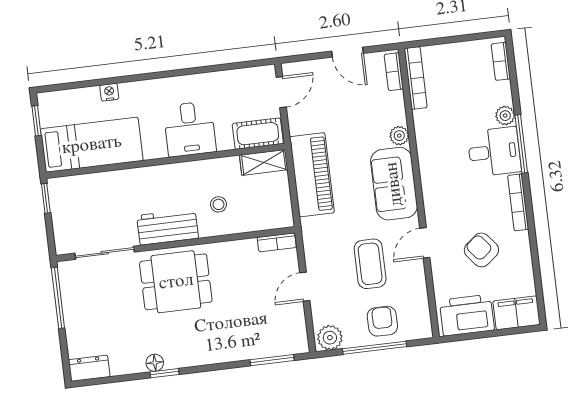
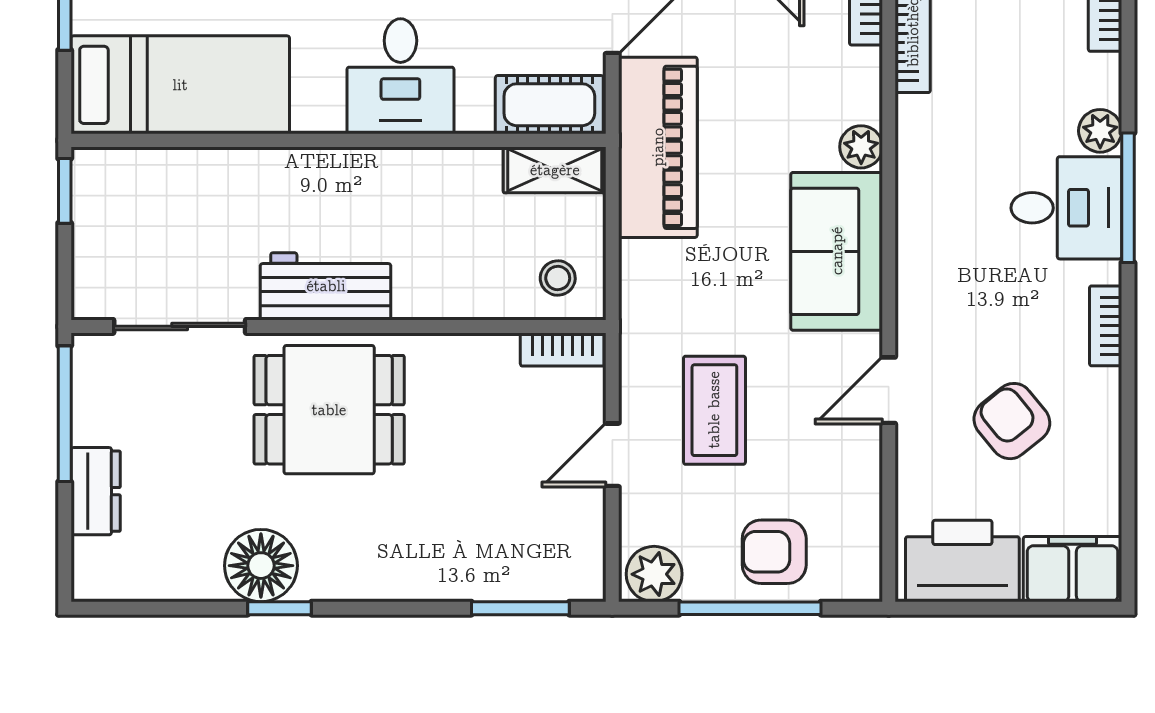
piano: (312, 175) -> (658, 147), moved
bookcase: (518, 202) -> (1106, 326), width x0.64
stool: (218, 204) -> (558, 278), moved
coffee table: (370, 264) -> (714, 410), moved
armchair: (382, 321) -> (774, 552), turned -90
floor lamp: (155, 363) -> (261, 566), width x1.89, depth x1.89
dresser: (89, 368) -> (96, 491), moved, turned 90

